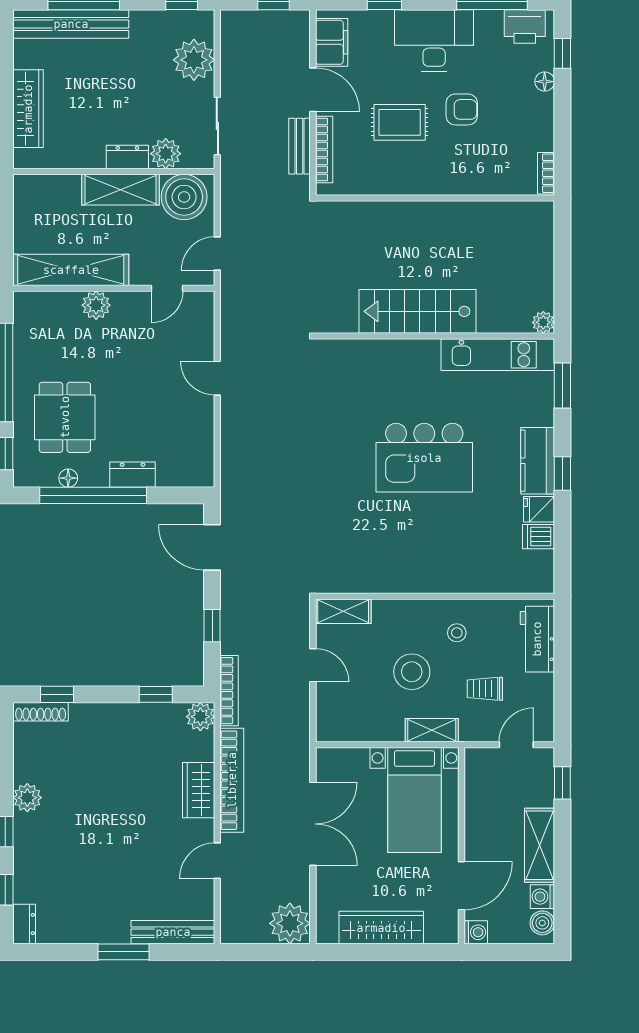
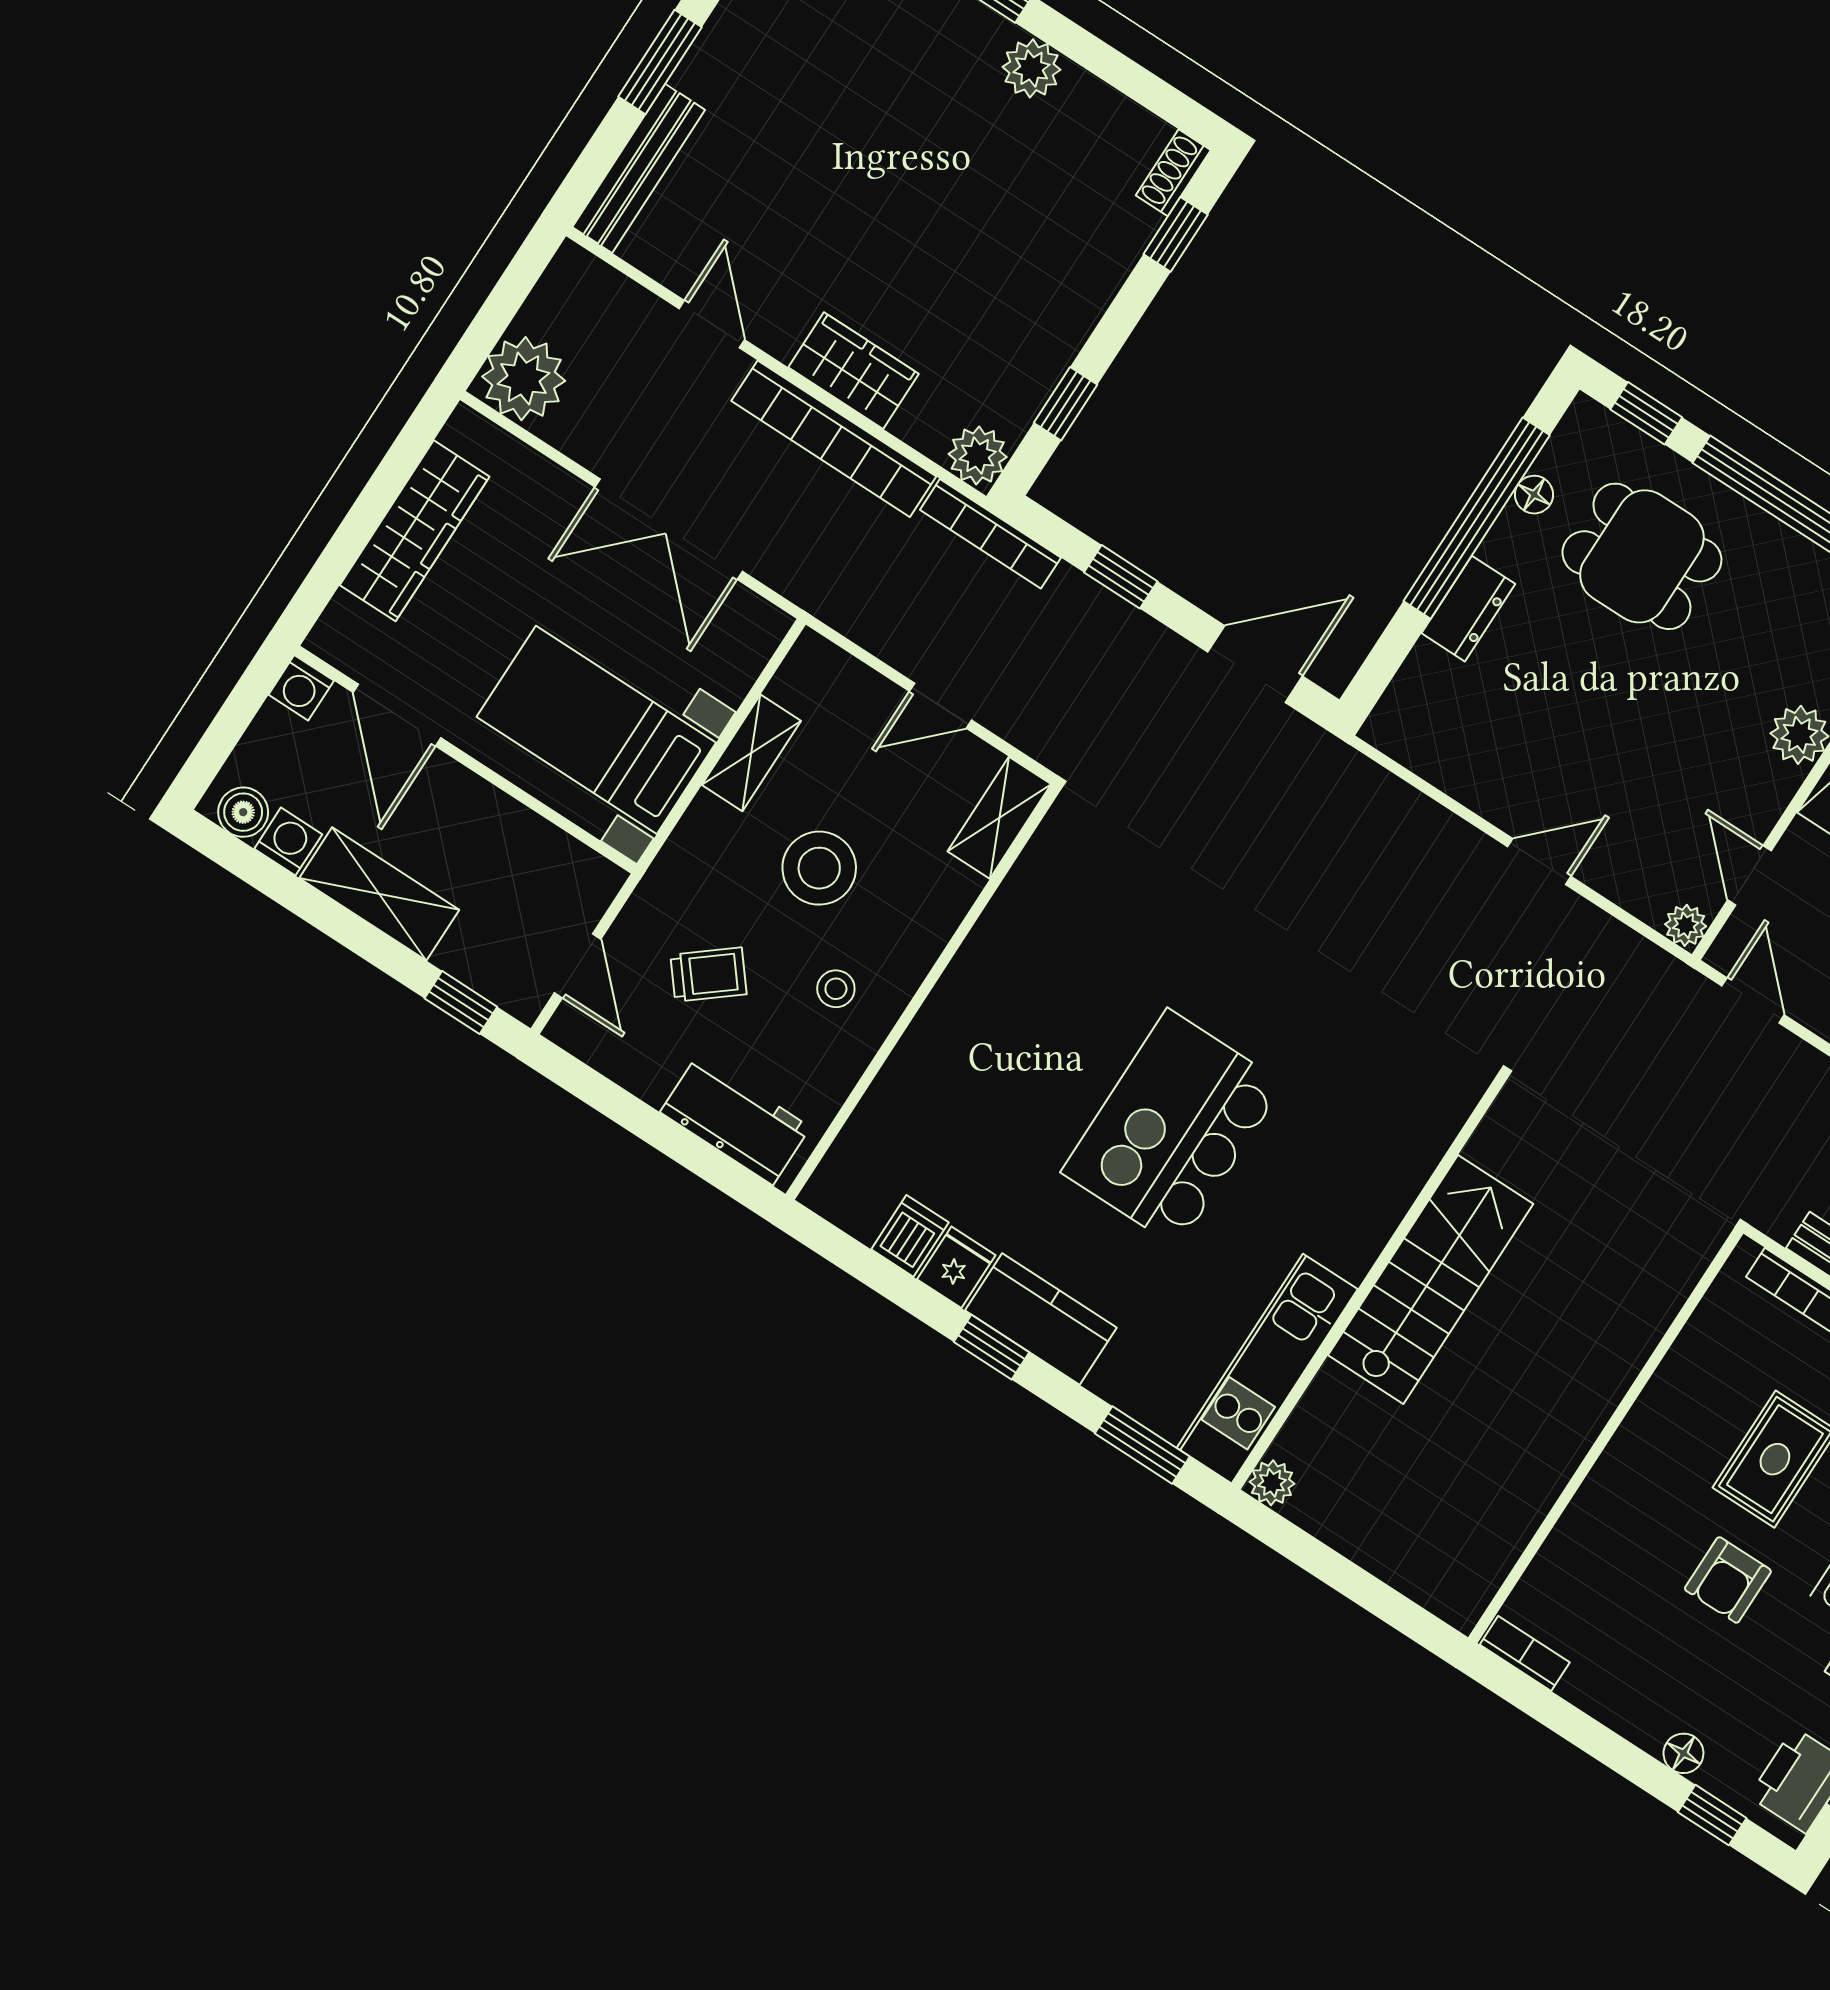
plant: (204, 301) -> (1686, 925), added
trolley: (485, 689) -> (709, 974), turned 51
shoe rack: (41, 712) -> (1173, 173), width x0.70
shelving: (432, 730) -> (751, 753), moved

